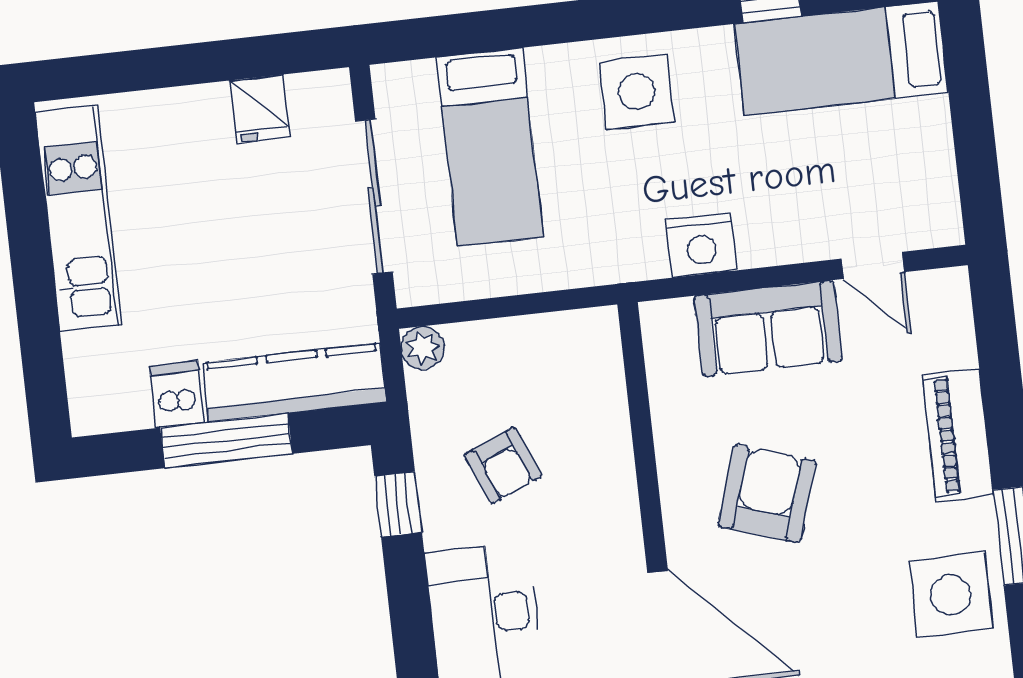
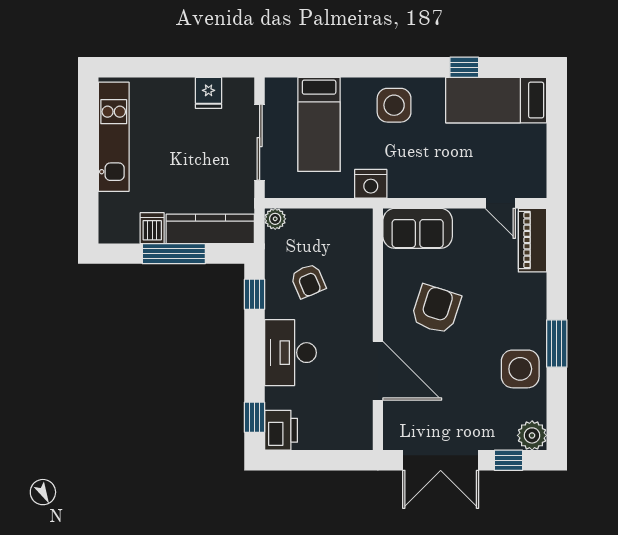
nightstand: (701, 245) -> (371, 184), moved
sofa: (768, 328) -> (418, 228), moved
piano: (958, 435) -> (533, 240), moved

